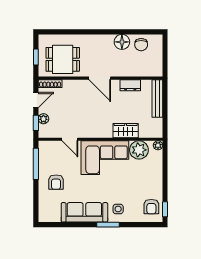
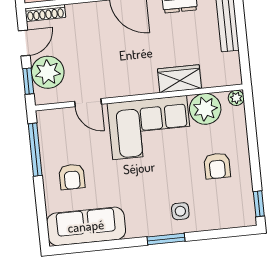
plant: (43, 119) -> (48, 72), width x1.87, depth x1.87
armchair: (151, 207) -> (217, 166), moved
sofa: (84, 212) -> (86, 226), moved

